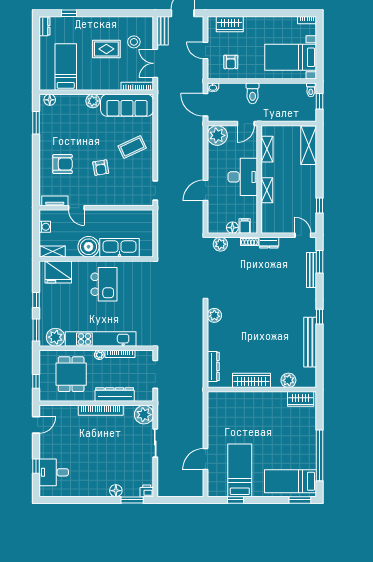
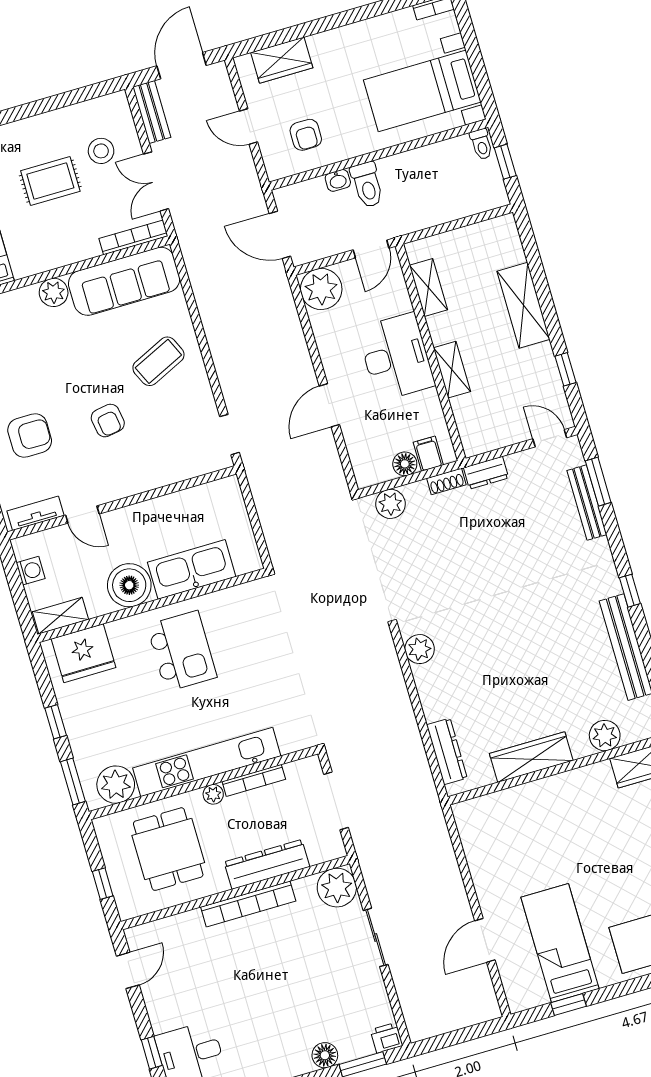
washbasin: (213, 87) -> (338, 180), moved
shelving: (309, 145) -> (523, 305), moved

